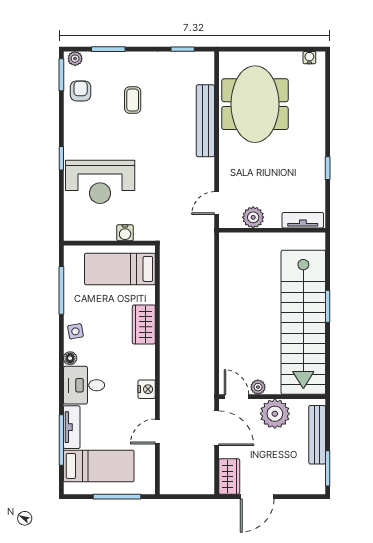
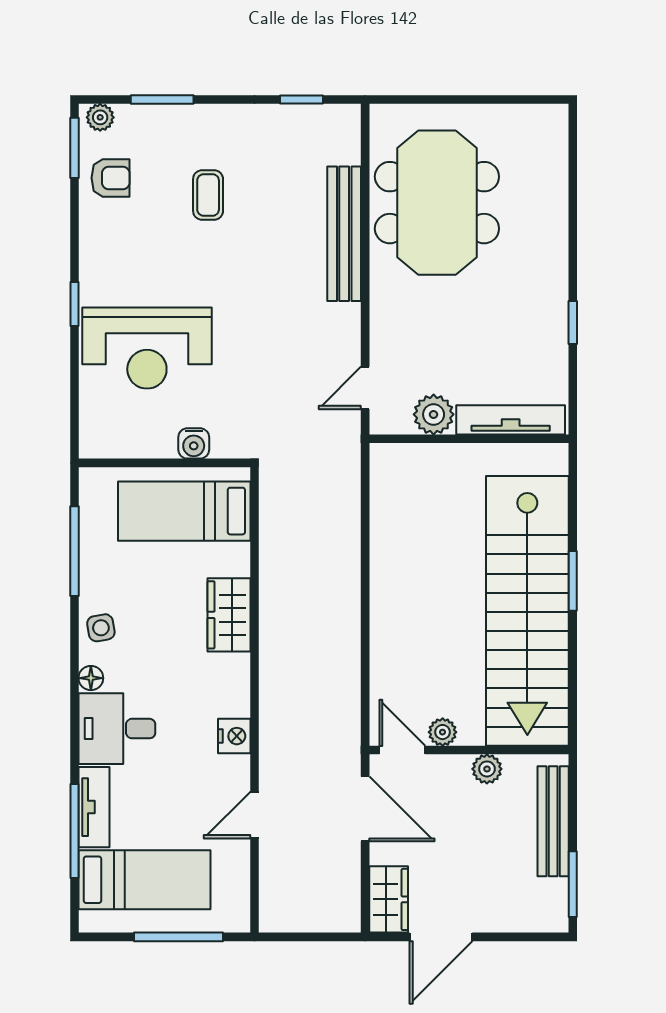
water cooler: (309, 58) -> (539, 116), removed
armchair: (81, 91) -> (110, 178), turned 90
tv unit: (303, 220) -> (511, 420), width x1.41
plant: (275, 414) -> (487, 769), width x0.53, depth x0.53

